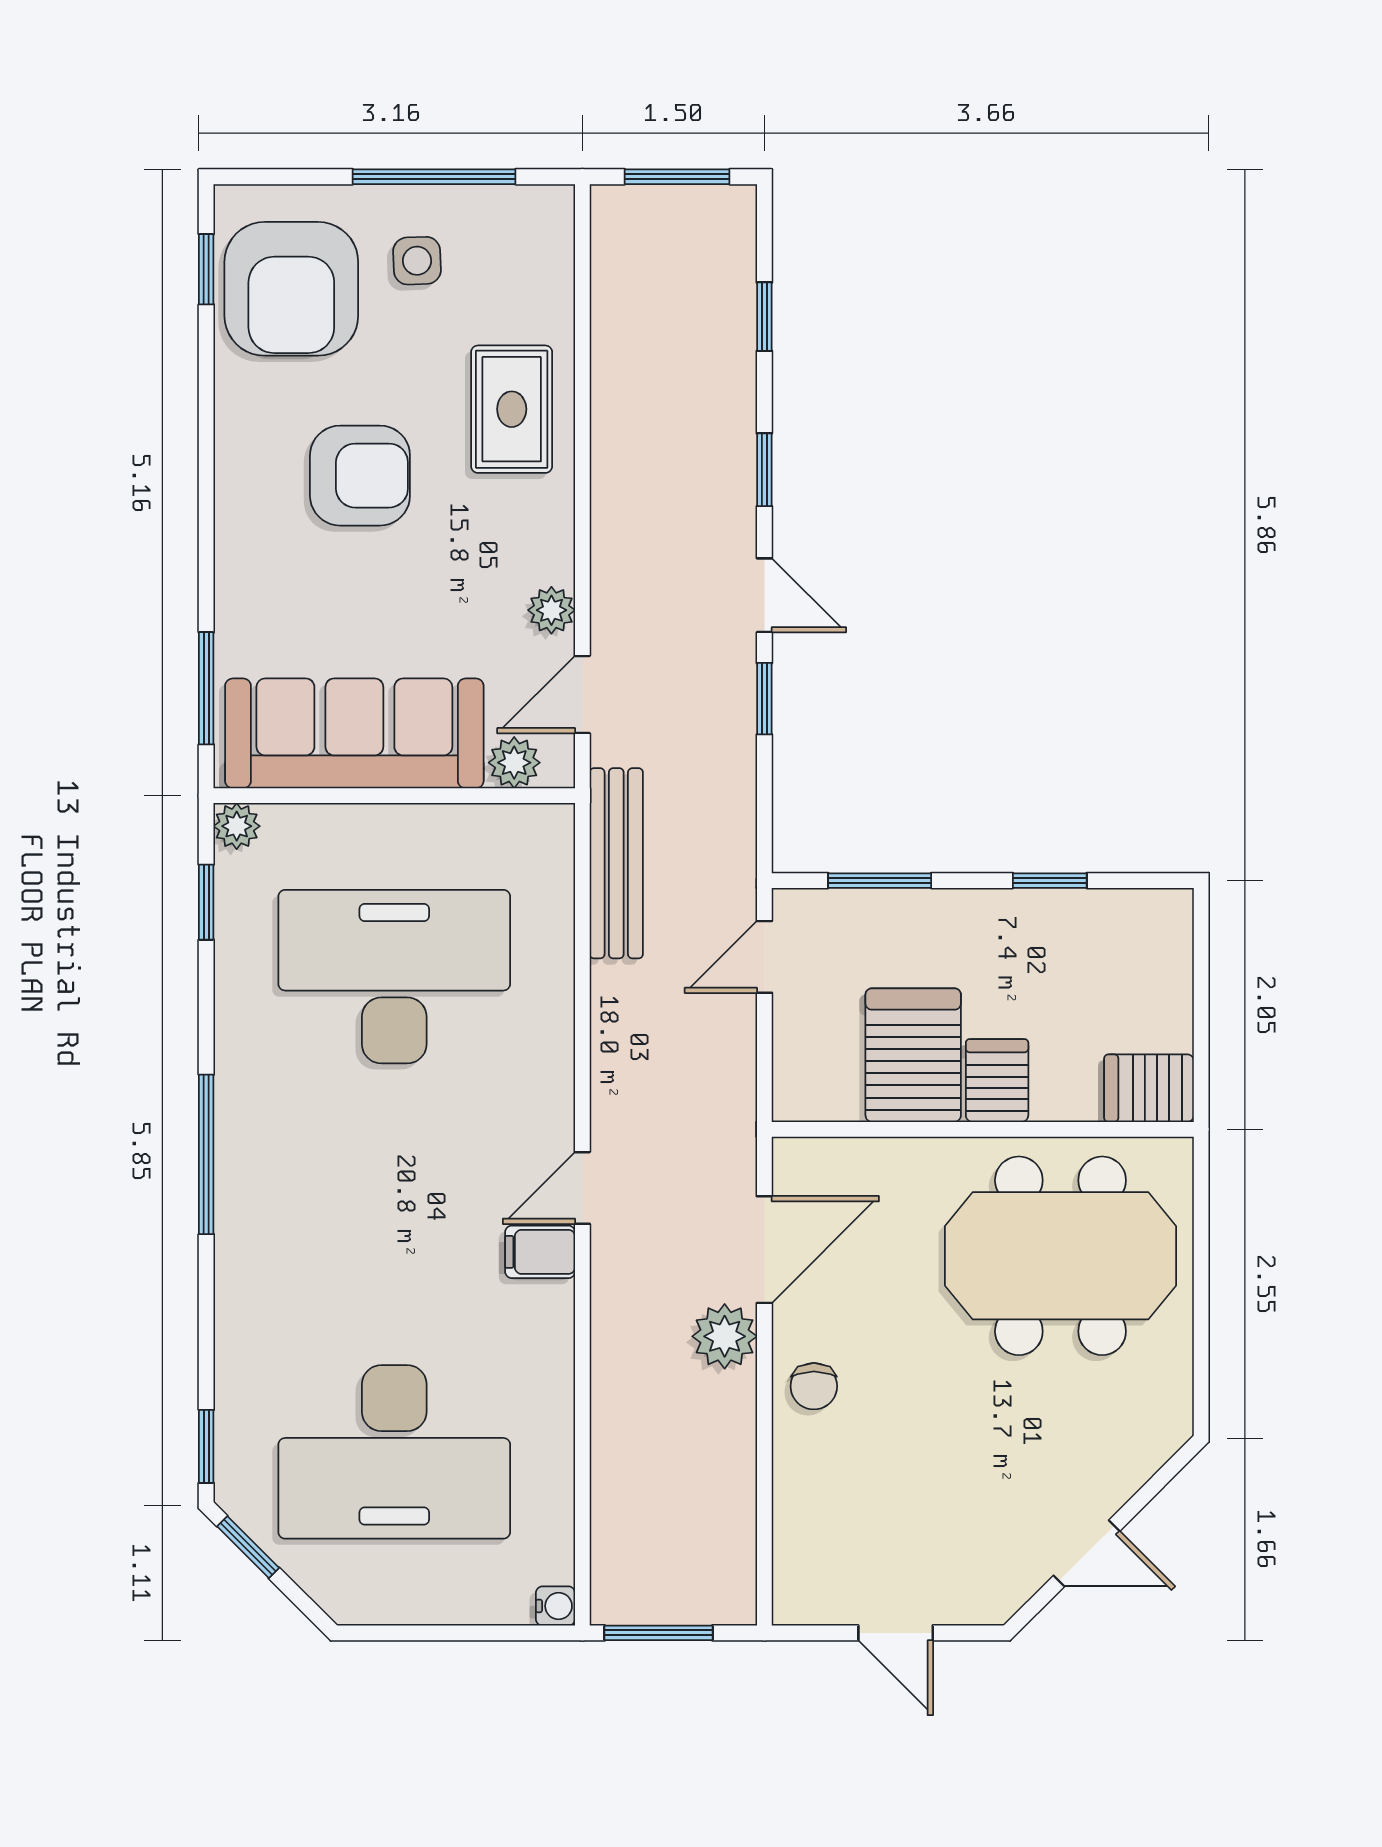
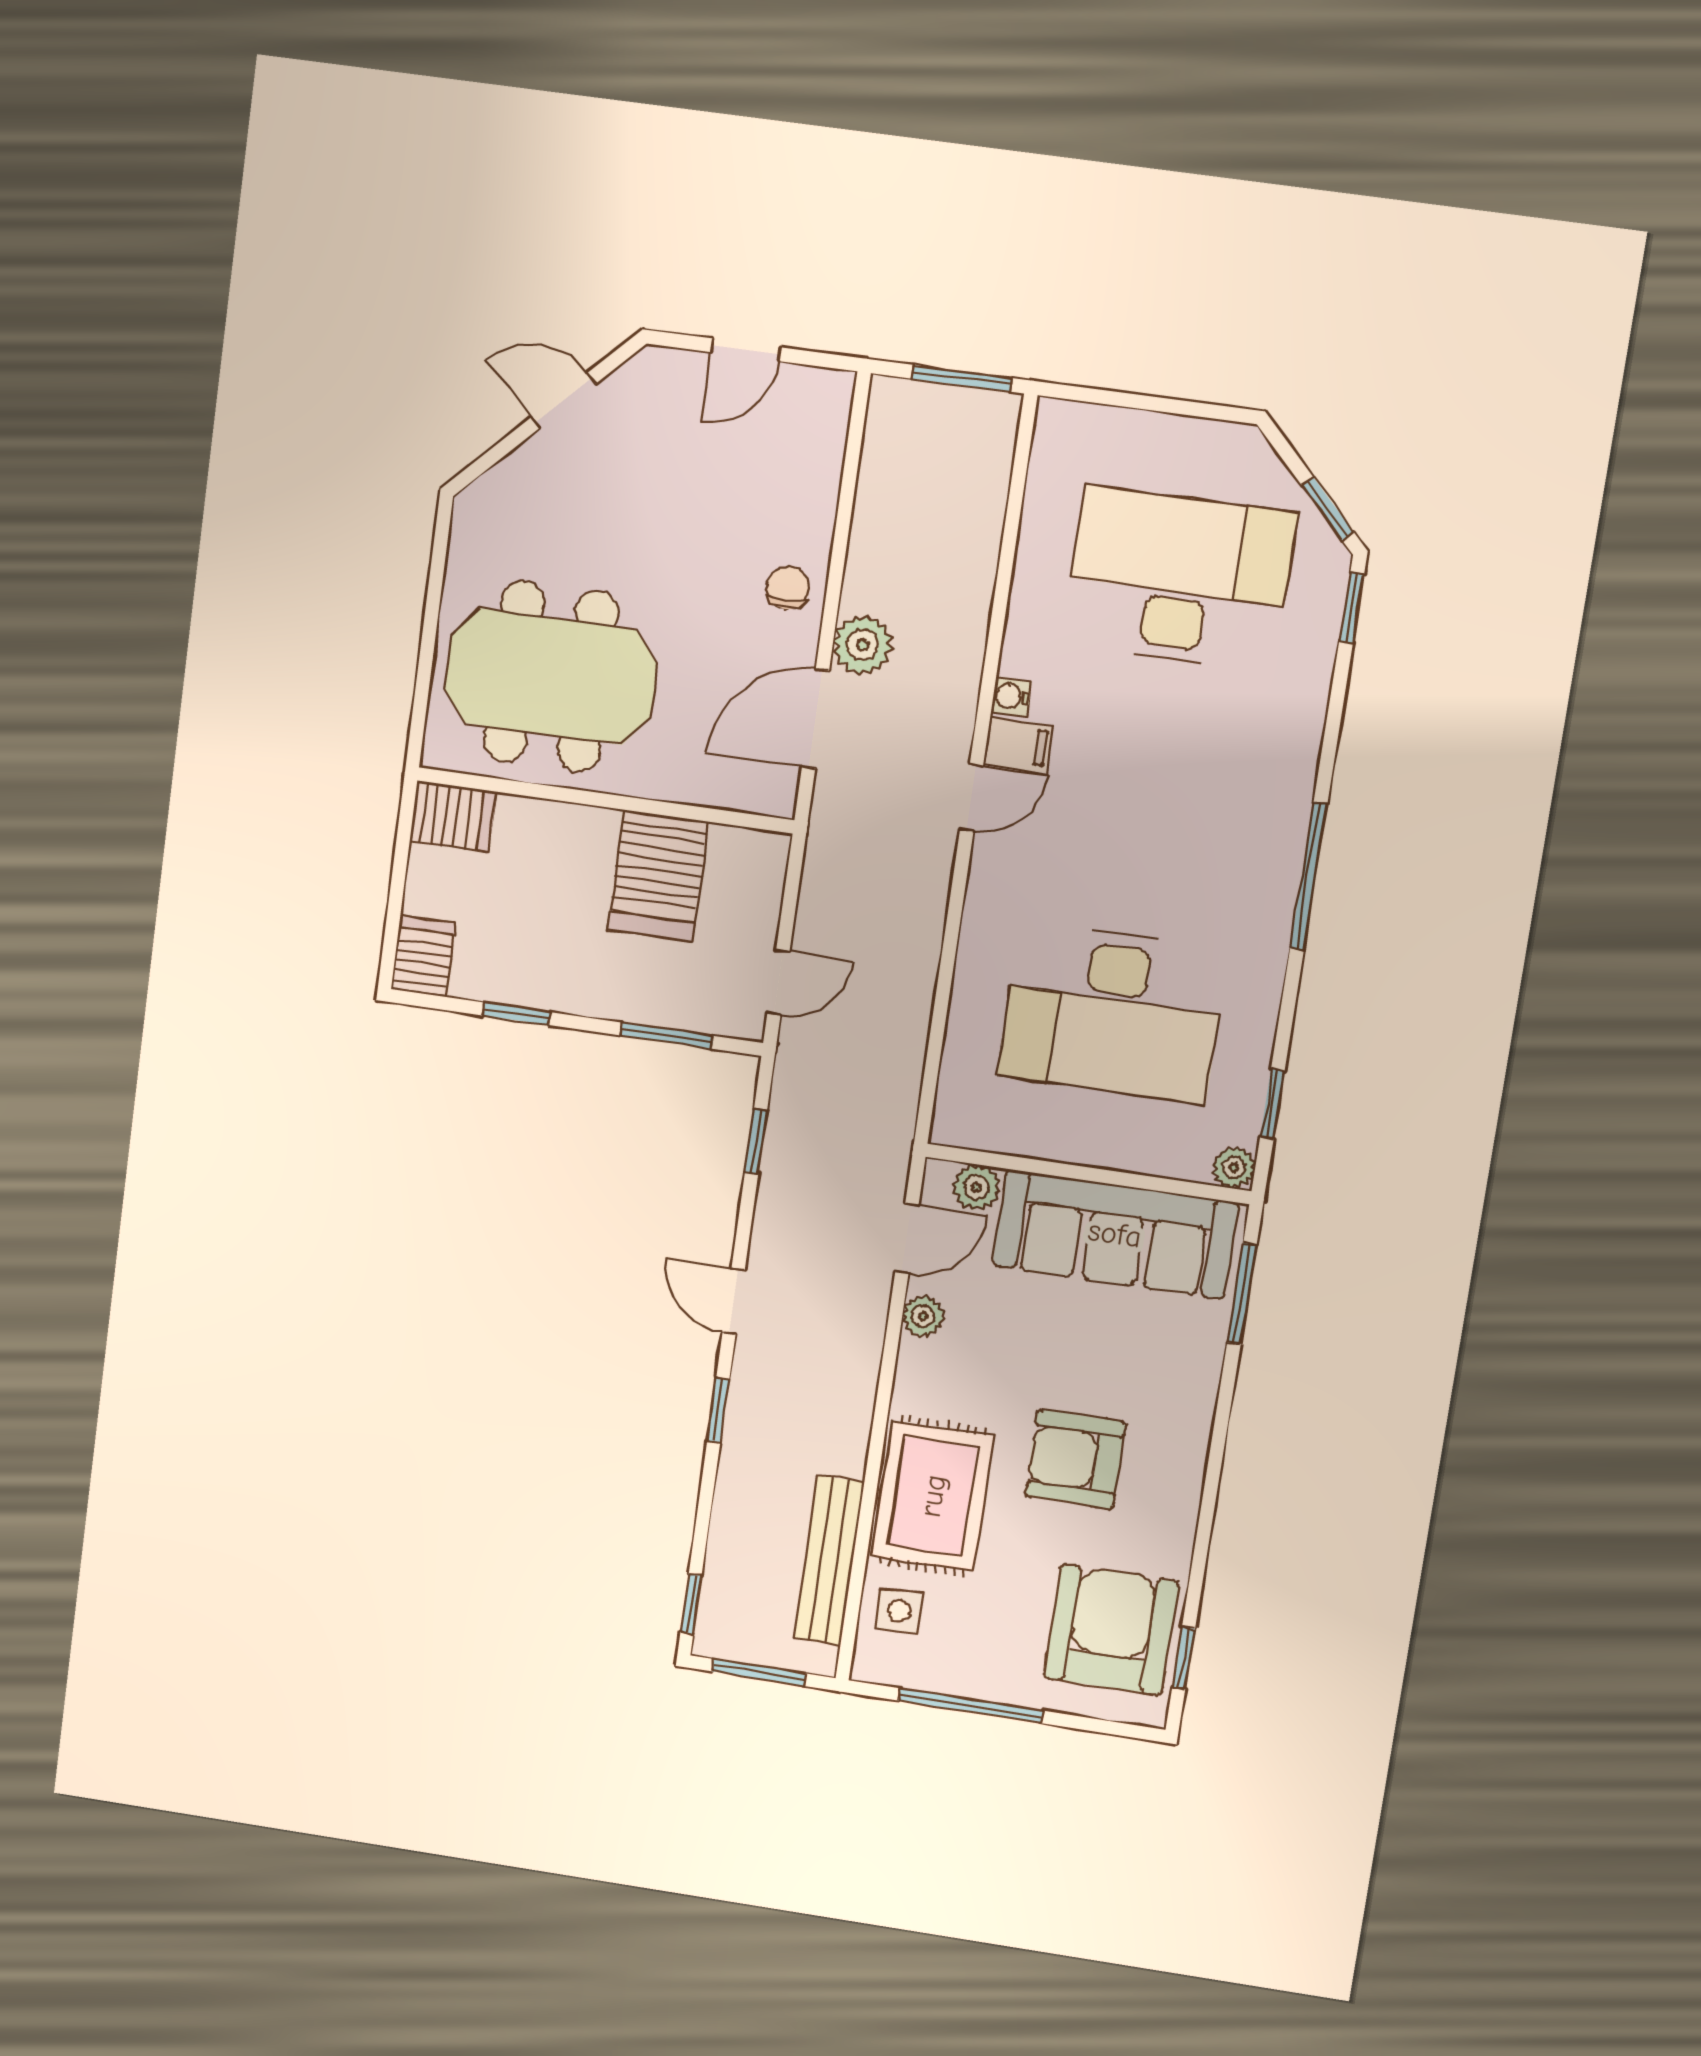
side table: (417, 261) -> (899, 1611), moved
window: (764, 317) -> (691, 1604), moved
rug: (512, 409) -> (933, 1496), width x1.36, depth x1.43
window: (764, 699) -> (756, 1141), moved
bench: (616, 863) -> (829, 1561), moved
server rack: (997, 1081) -> (423, 956), moved, turned 180
water cooler: (555, 1606) -> (1011, 697), moved
door: (896, 1633) -> (746, 350), swing flipped

